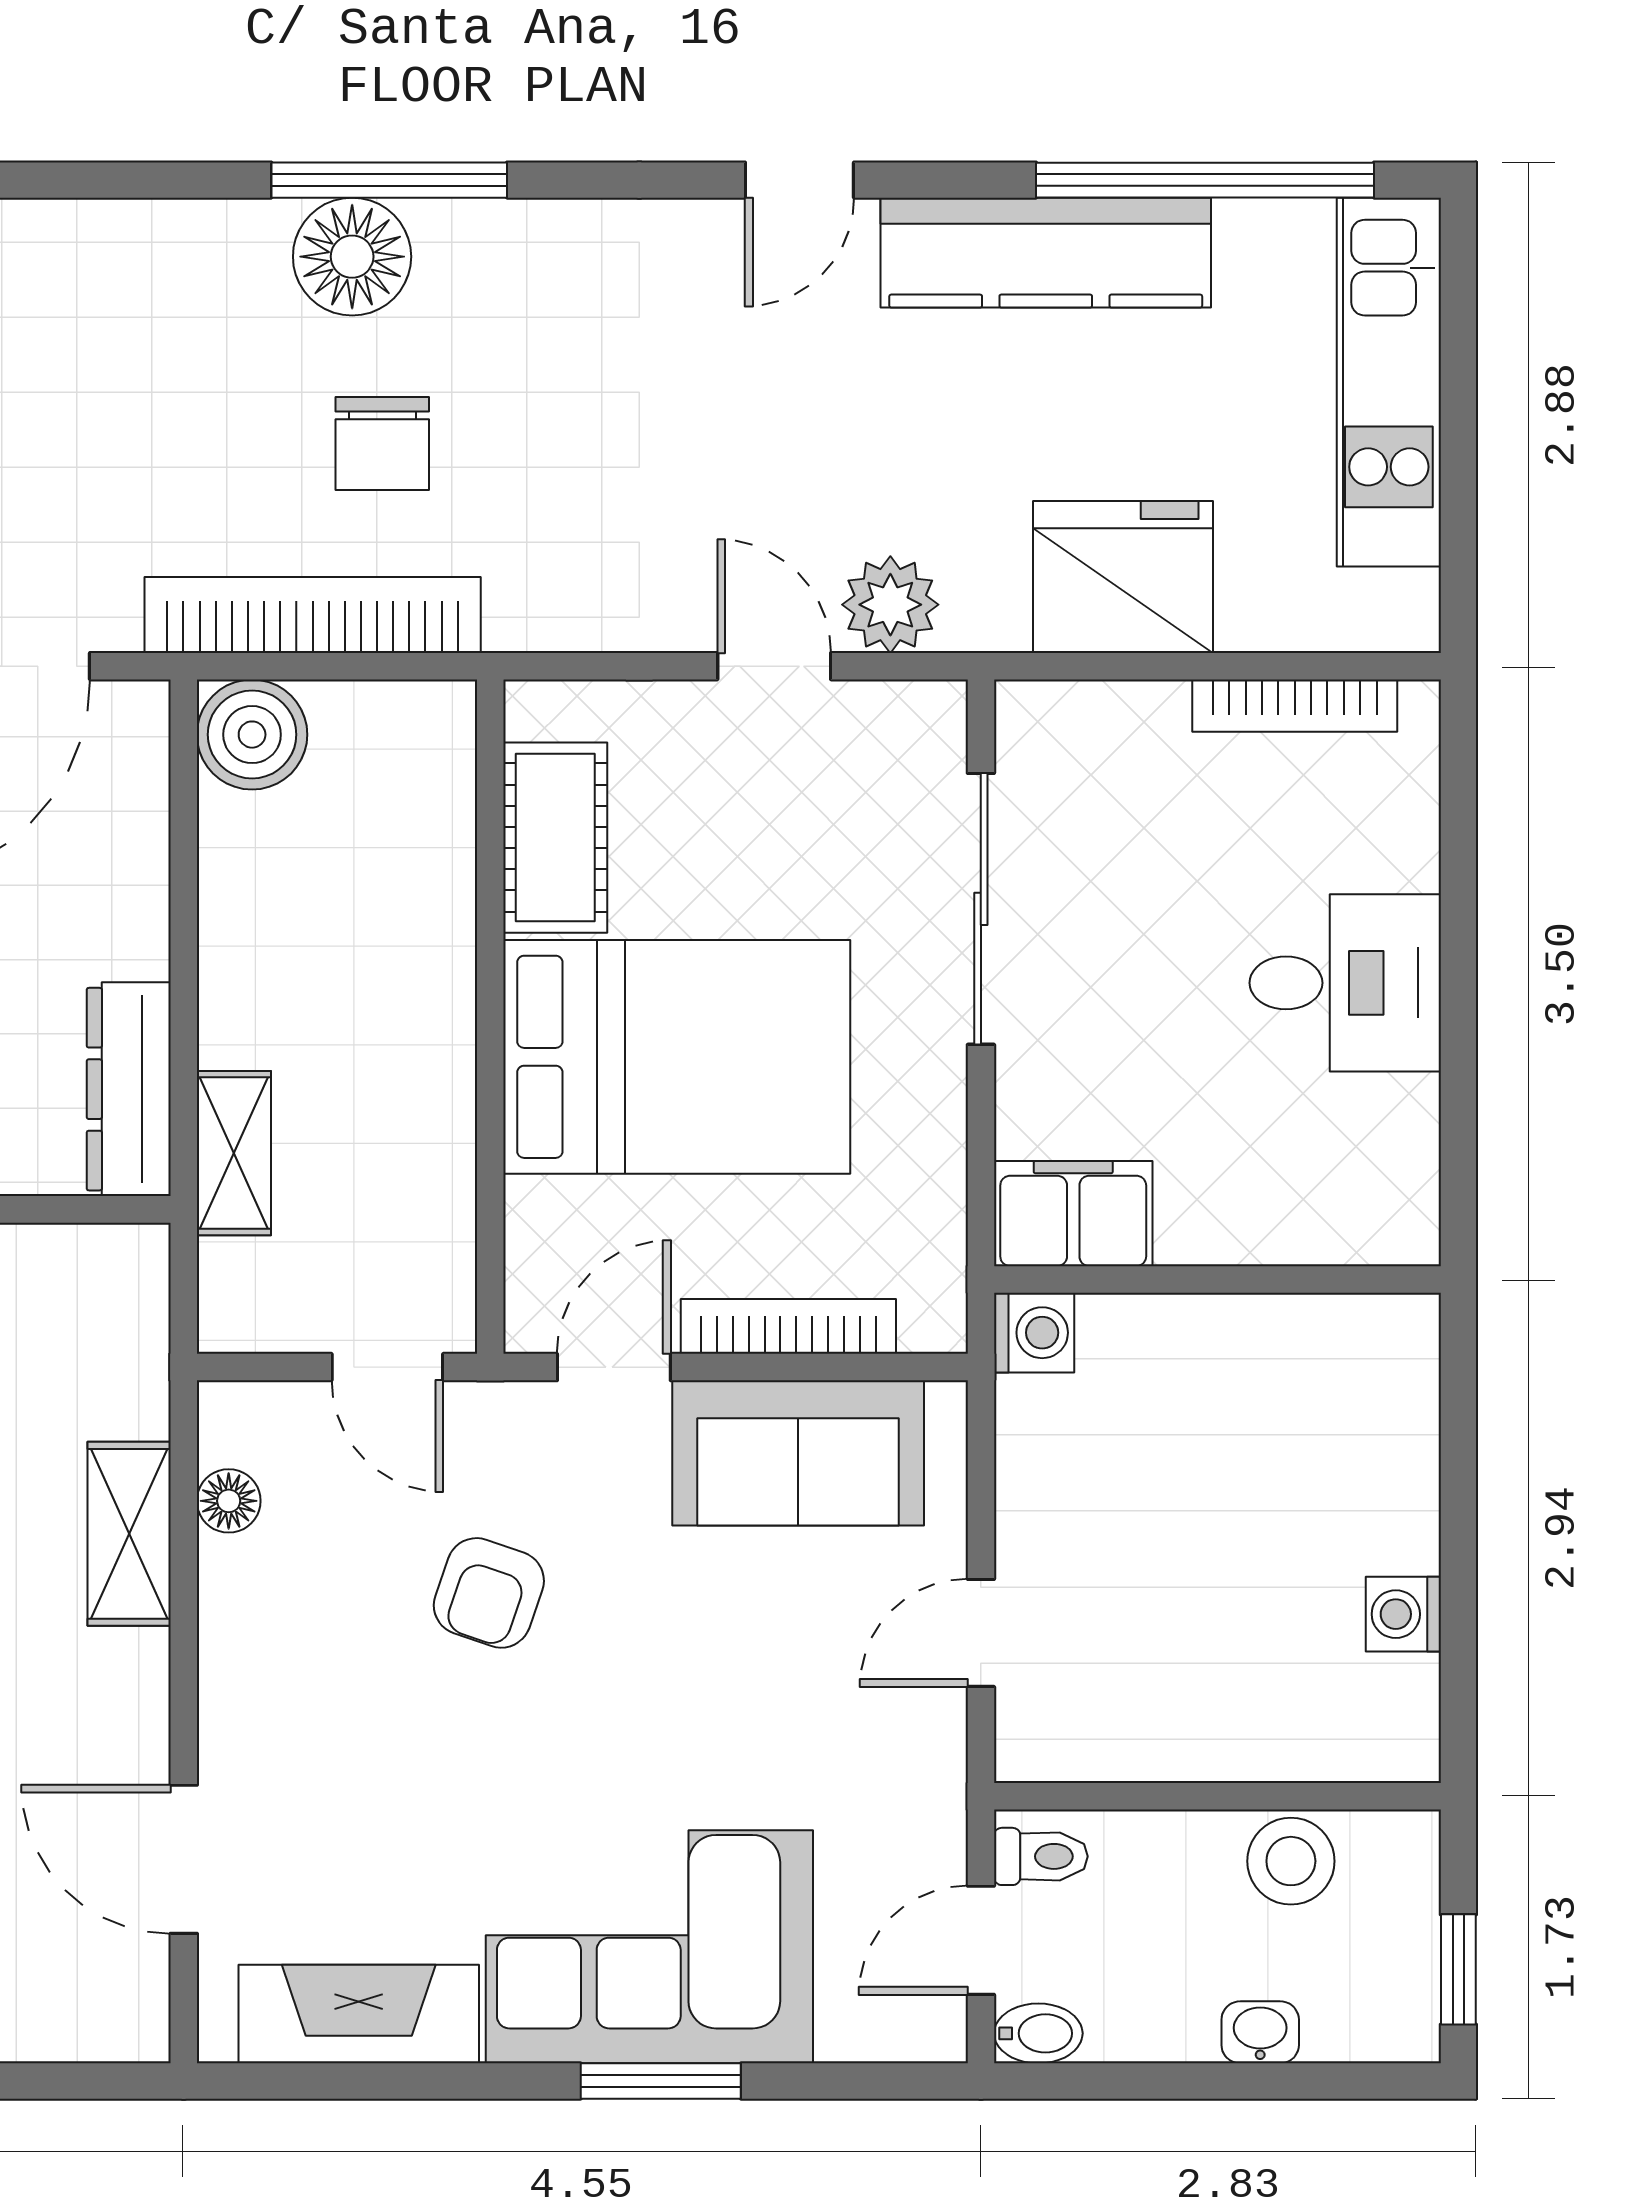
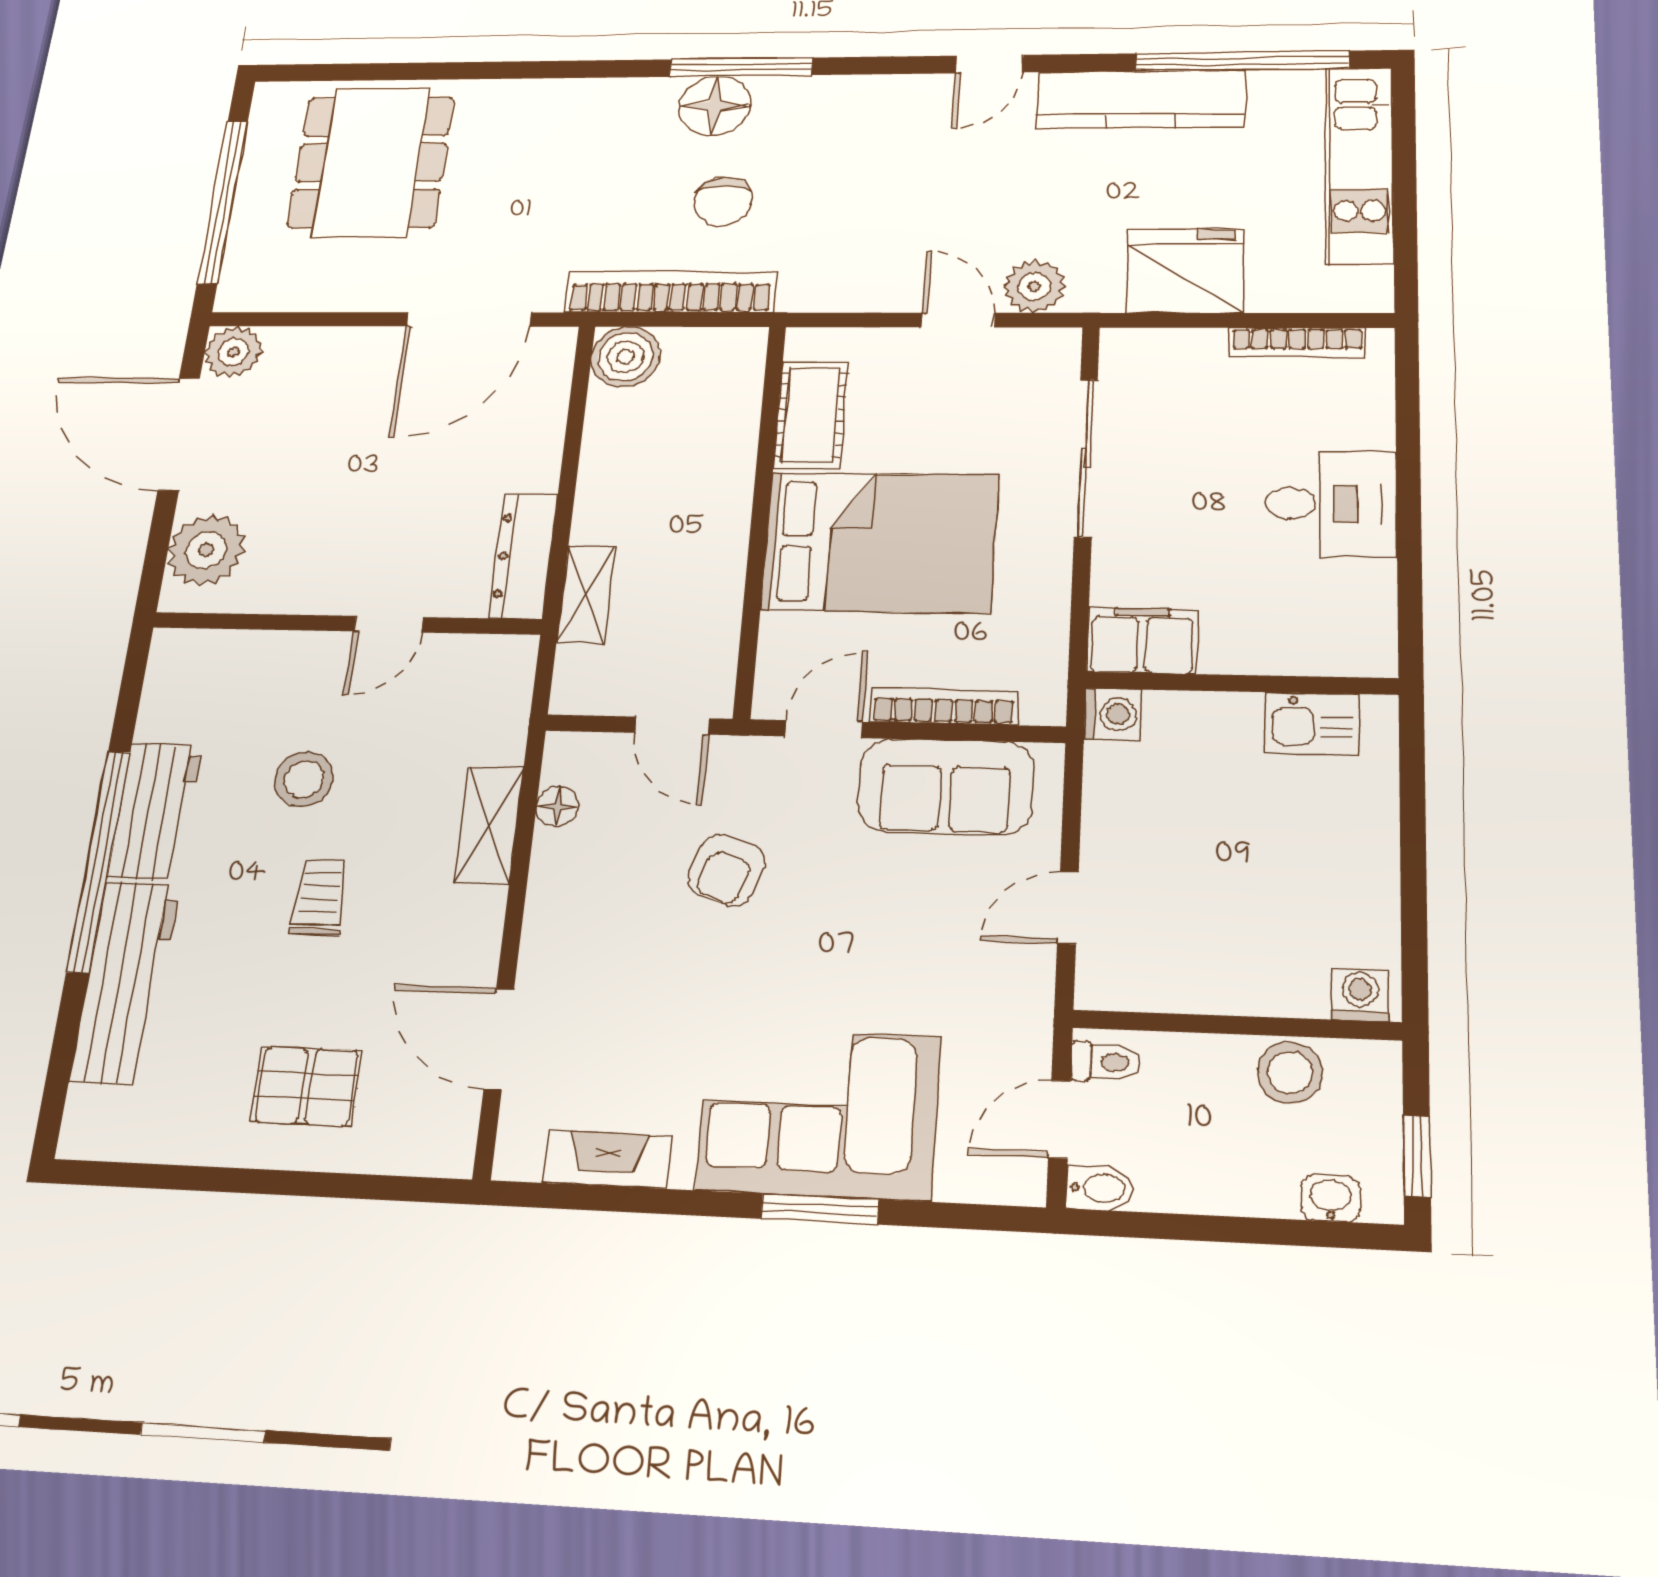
kitchen sink: (1318, 1340) -> (1312, 724), added
washing machine: (1403, 1614) -> (1360, 995), moved, turned 90
fireplace: (359, 2014) -> (607, 1159), width x0.73, depth x0.76
washbasin: (1260, 2032) -> (1331, 1198), moved

